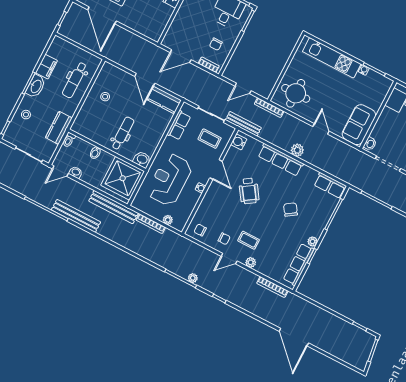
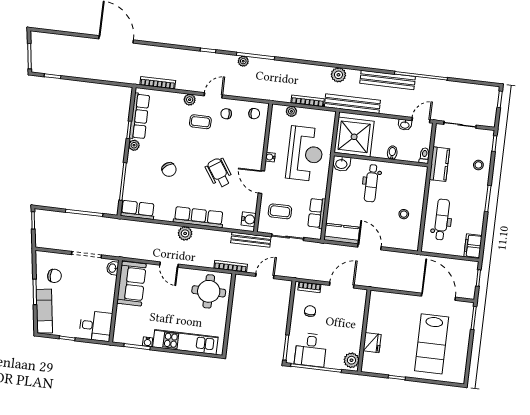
filing cabinet: (46, 67) -> (473, 246), moved
washbasin: (36, 86) -> (479, 198), removed
plant: (116, 236) -> (338, 75), added

